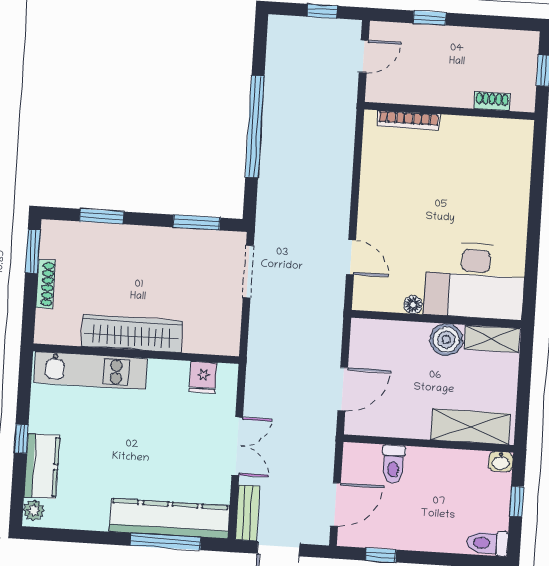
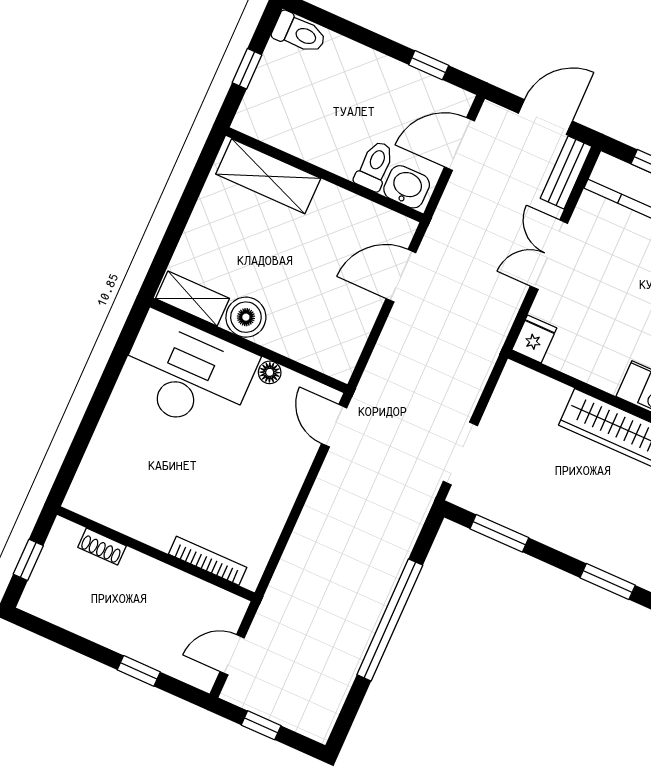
desk: (475, 281) -> (187, 373), moved
floor lamp: (413, 305) -> (270, 372), moved
wall: (436, 319) -> (249, 345), moved
shelving: (492, 339) -> (192, 299), moved
boiler: (446, 340) -> (246, 317), moved
fridge: (203, 377) -> (534, 339), moved
washbasin: (501, 462) -> (407, 187), moved, width x1.38, depth x1.45

